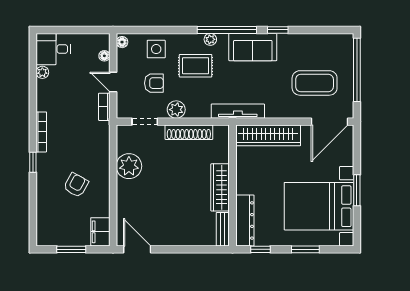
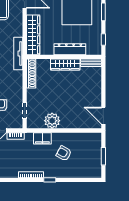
plant: (176, 110) -> (17, 92), removed
shoe rack: (189, 132) -> (31, 73), moved
dresser: (245, 220) -> (70, 49), moved
filing cabinet: (100, 232) -> (42, 138), moved
door: (137, 249) -> (103, 116), hinge flipped

